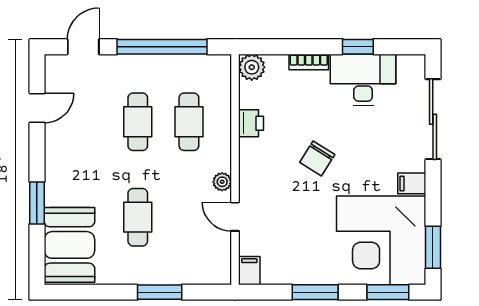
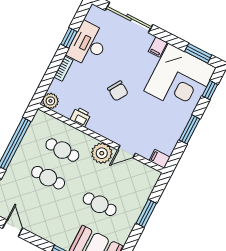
plant: (222, 182) -> (102, 153), width x1.88, depth x1.88
window: (388, 292) -> (210, 90), width x0.67

